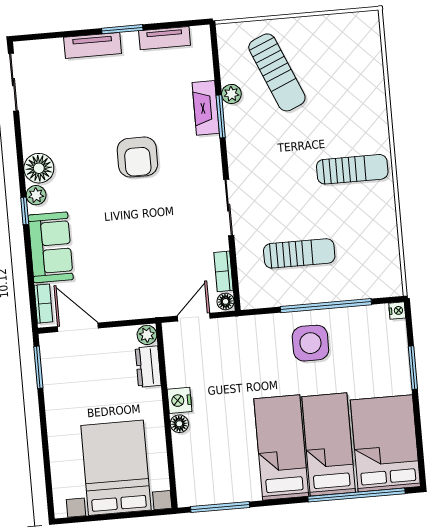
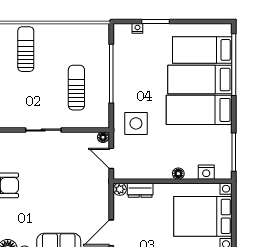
bookcase: (223, 271) -> (84, 137), removed
nightstand: (397, 311) -> (137, 28), moved
side table: (310, 343) -> (136, 123), moved
nightstand: (180, 400) -> (206, 172), moved
bed: (385, 443) -> (202, 50), width x0.67

